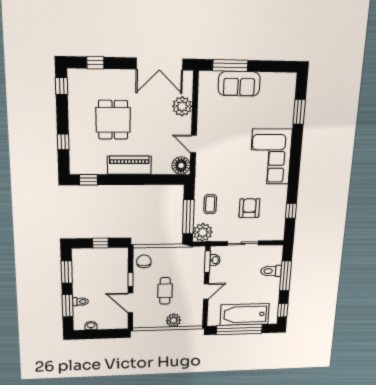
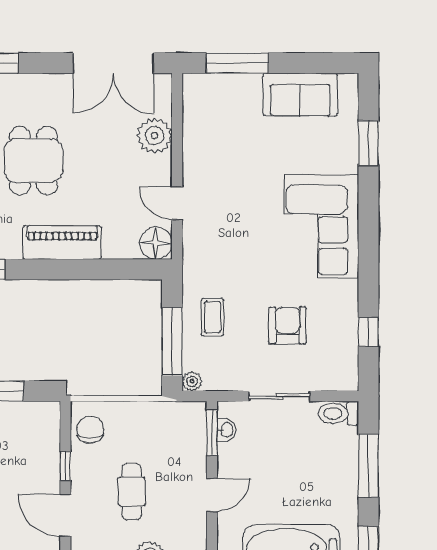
sofa: (239, 84) -> (300, 94), moved
plant: (203, 232) -> (192, 381), width x0.53, depth x0.53
toilet: (271, 271) -> (338, 413), moved

